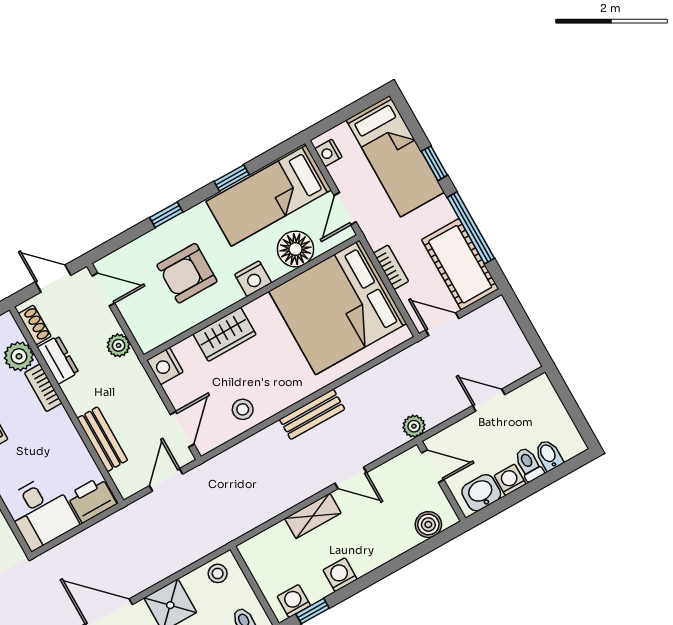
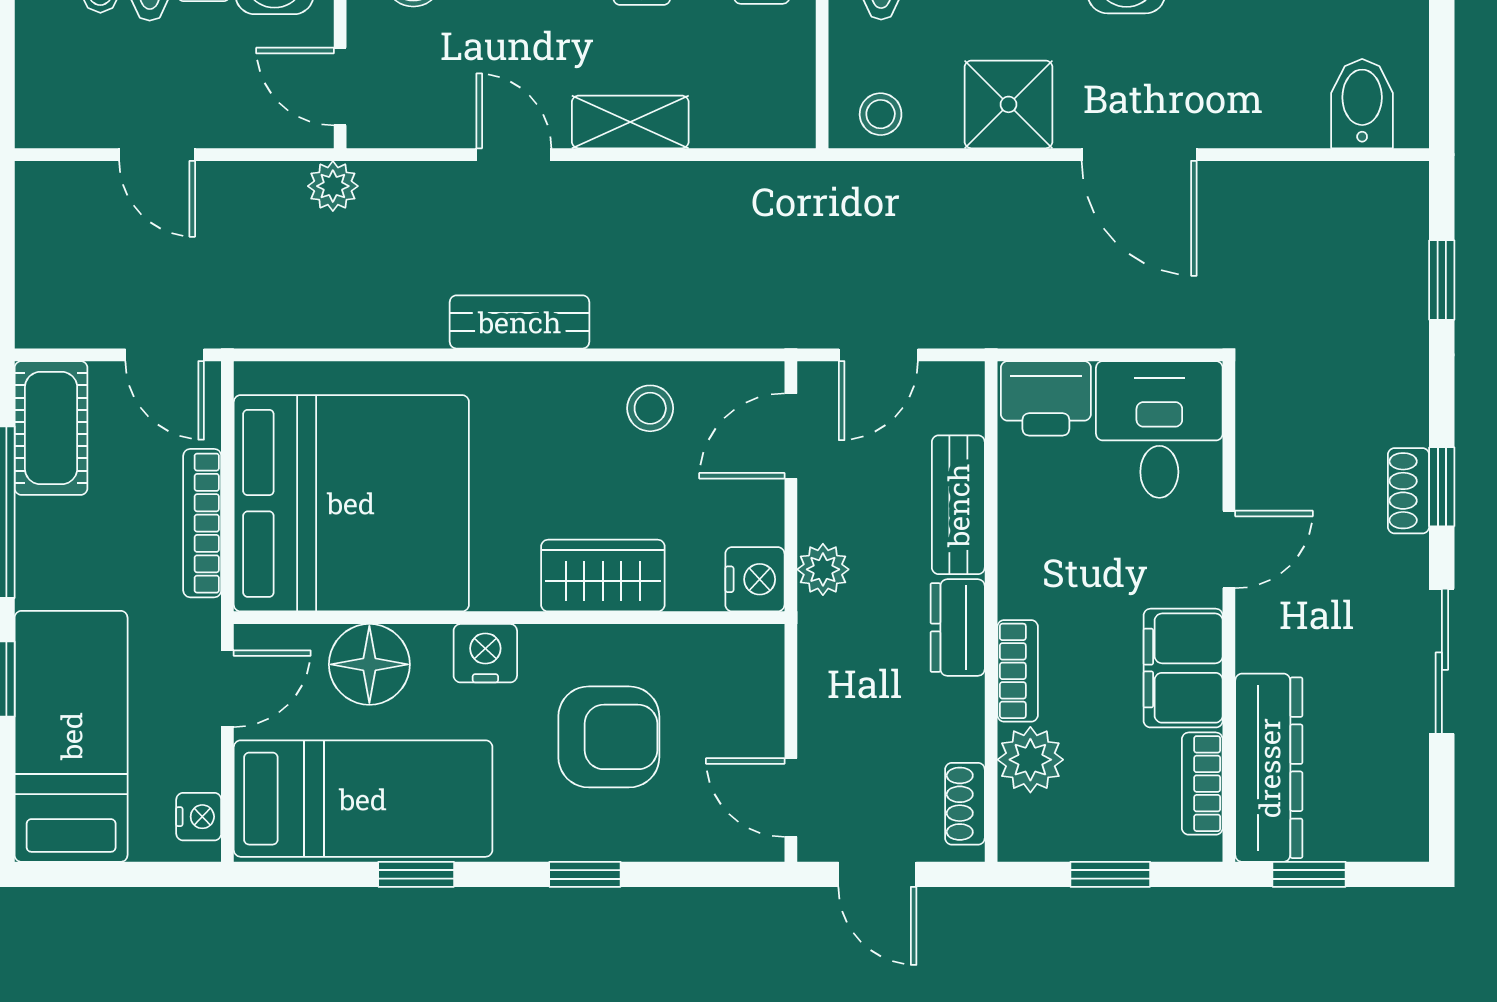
cot: (460, 264) -> (51, 428), width x0.73, depth x0.75
bookcase: (391, 267) -> (202, 523), width x1.56
plant: (119, 345) -> (823, 569), moved
dresser: (58, 360) -> (958, 628), moved

